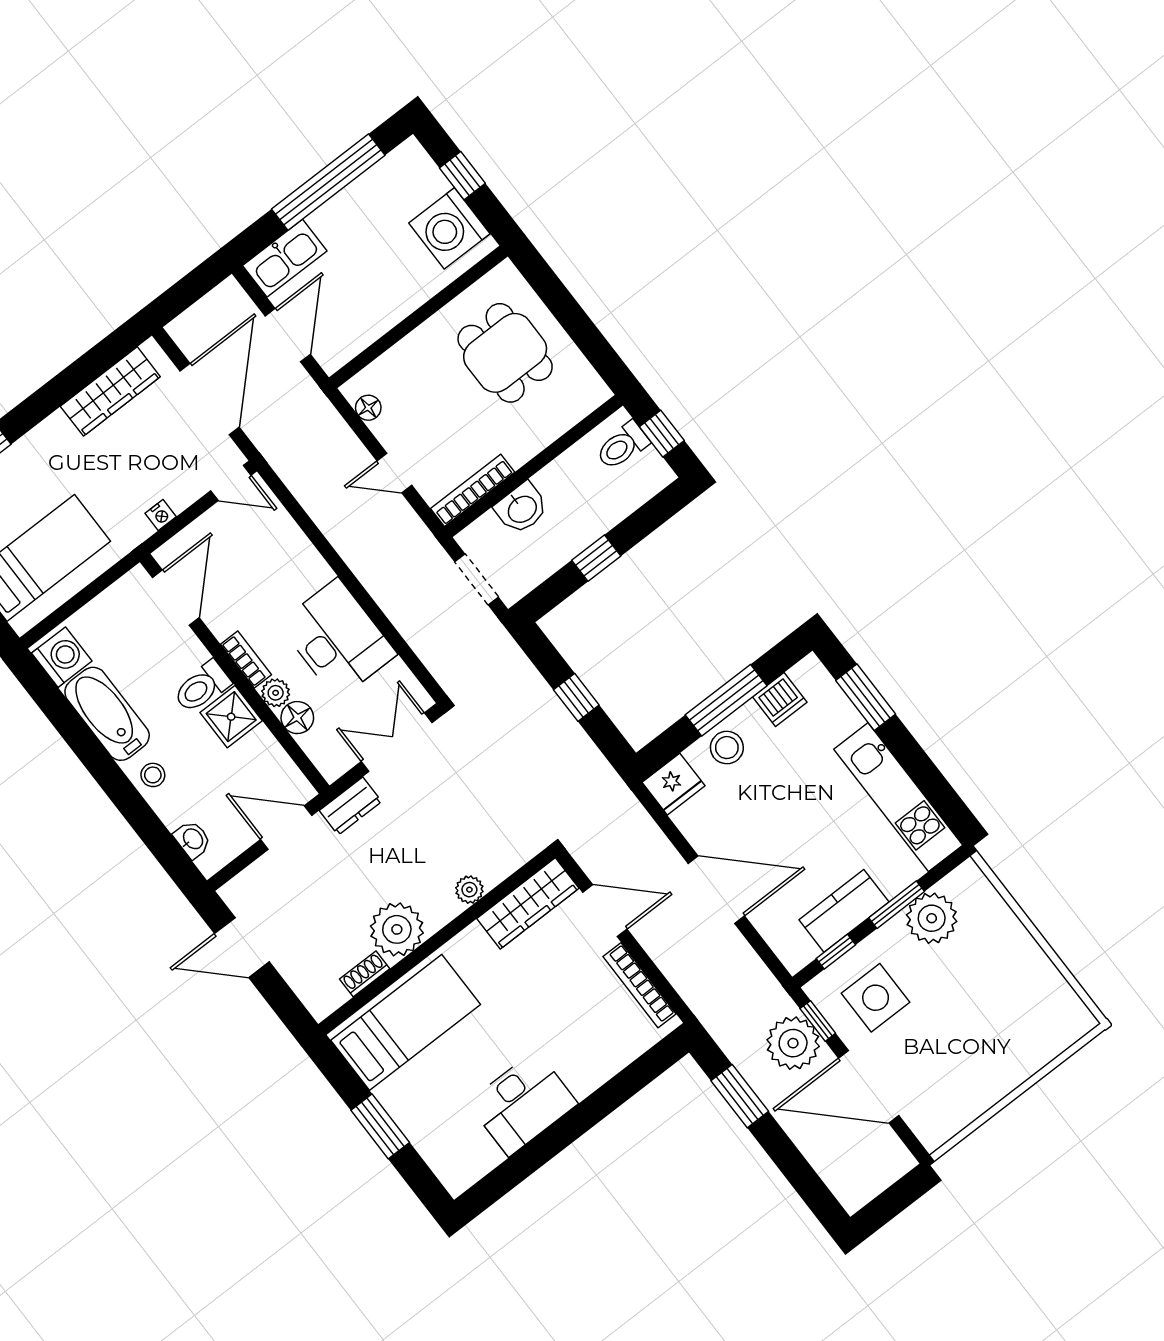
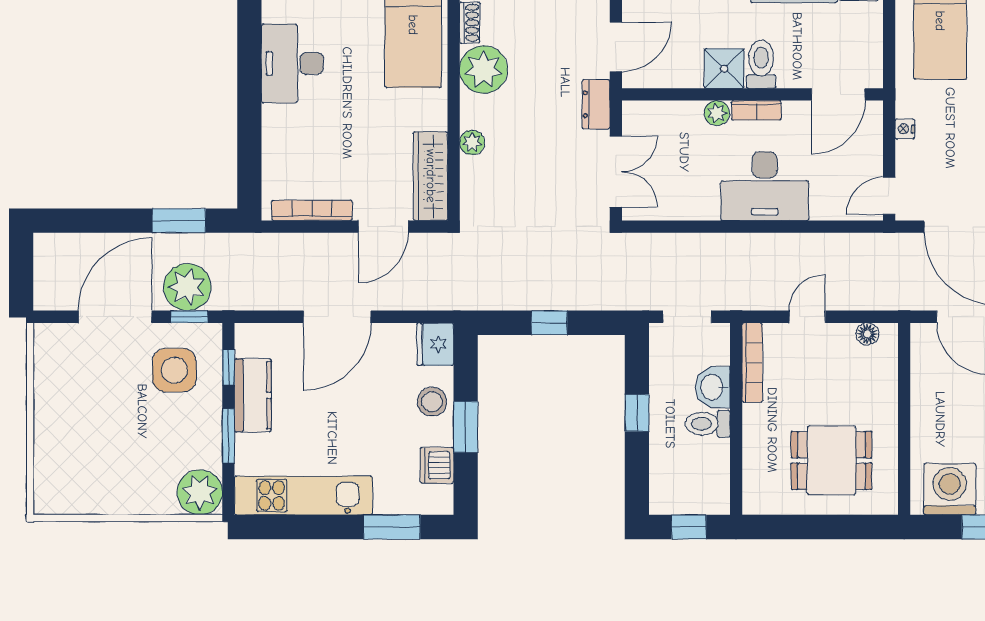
toilet: (622, 446) -> (708, 424), moved, turned -90
door: (176, 598) -> (838, 94), hinge flipped
desk: (338, 639) -> (765, 186), moved
window: (726, 700) -> (466, 427), width x0.69
floor lamp: (297, 718) -> (687, 115), removed
plant: (932, 918) -> (200, 492), moved

